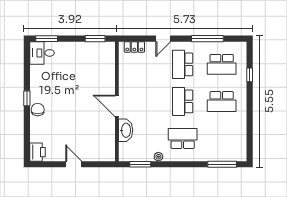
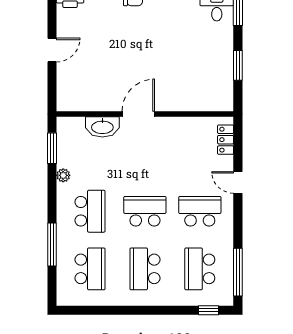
window: (95, 39) -> (238, 65), moved
window: (207, 39) -> (238, 272), moved
window: (250, 75) -> (208, 310), moved
school desk: (222, 139) -> (90, 269), added
window: (222, 164) -> (52, 244), moved

